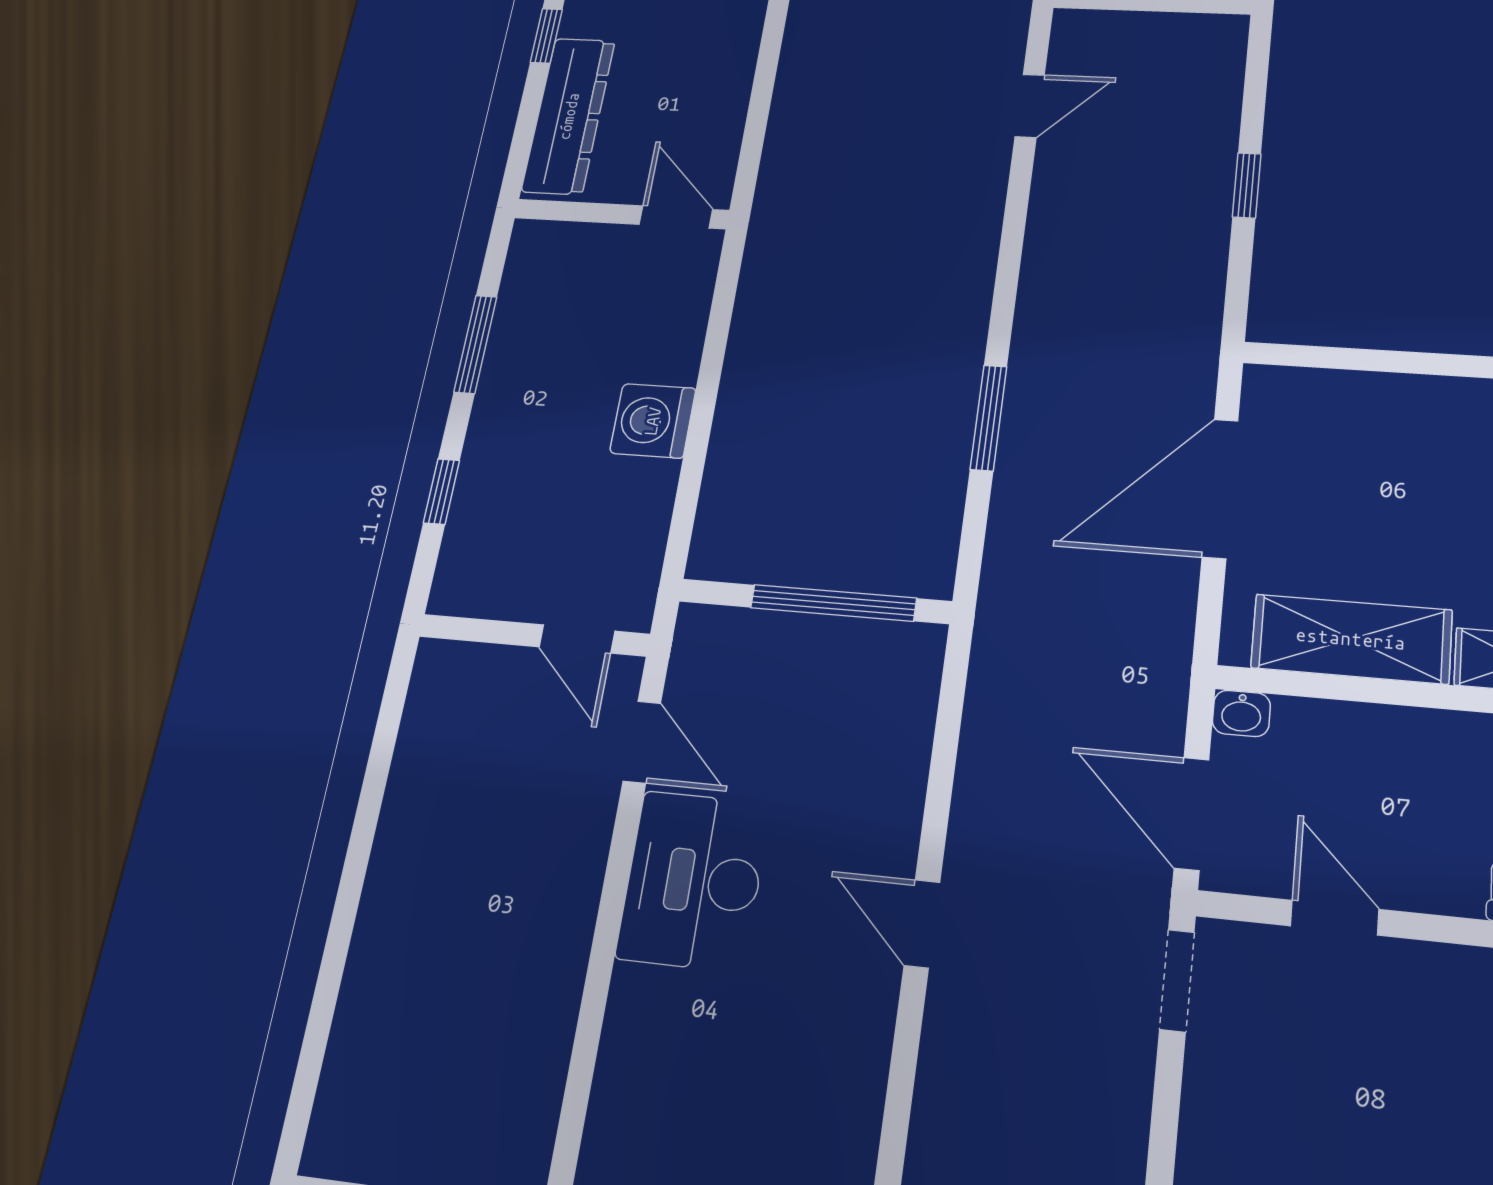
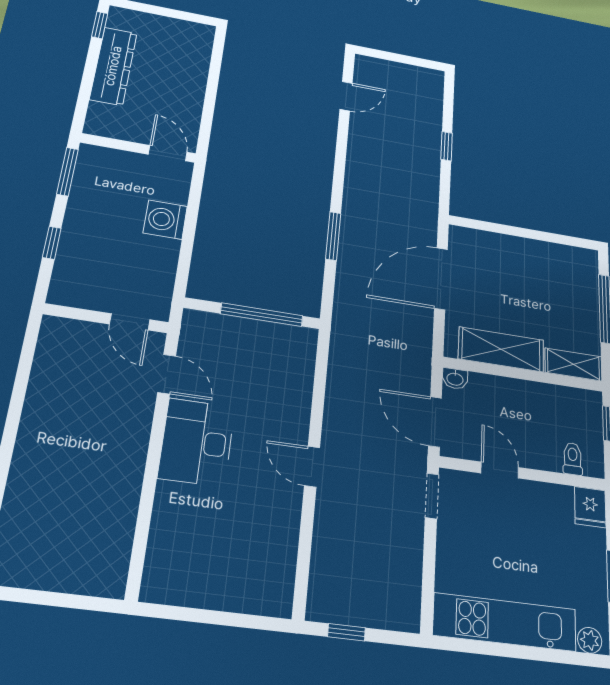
wall: (621, 214) -> (138, 148), moved
door: (676, 217) -> (168, 153), moved

